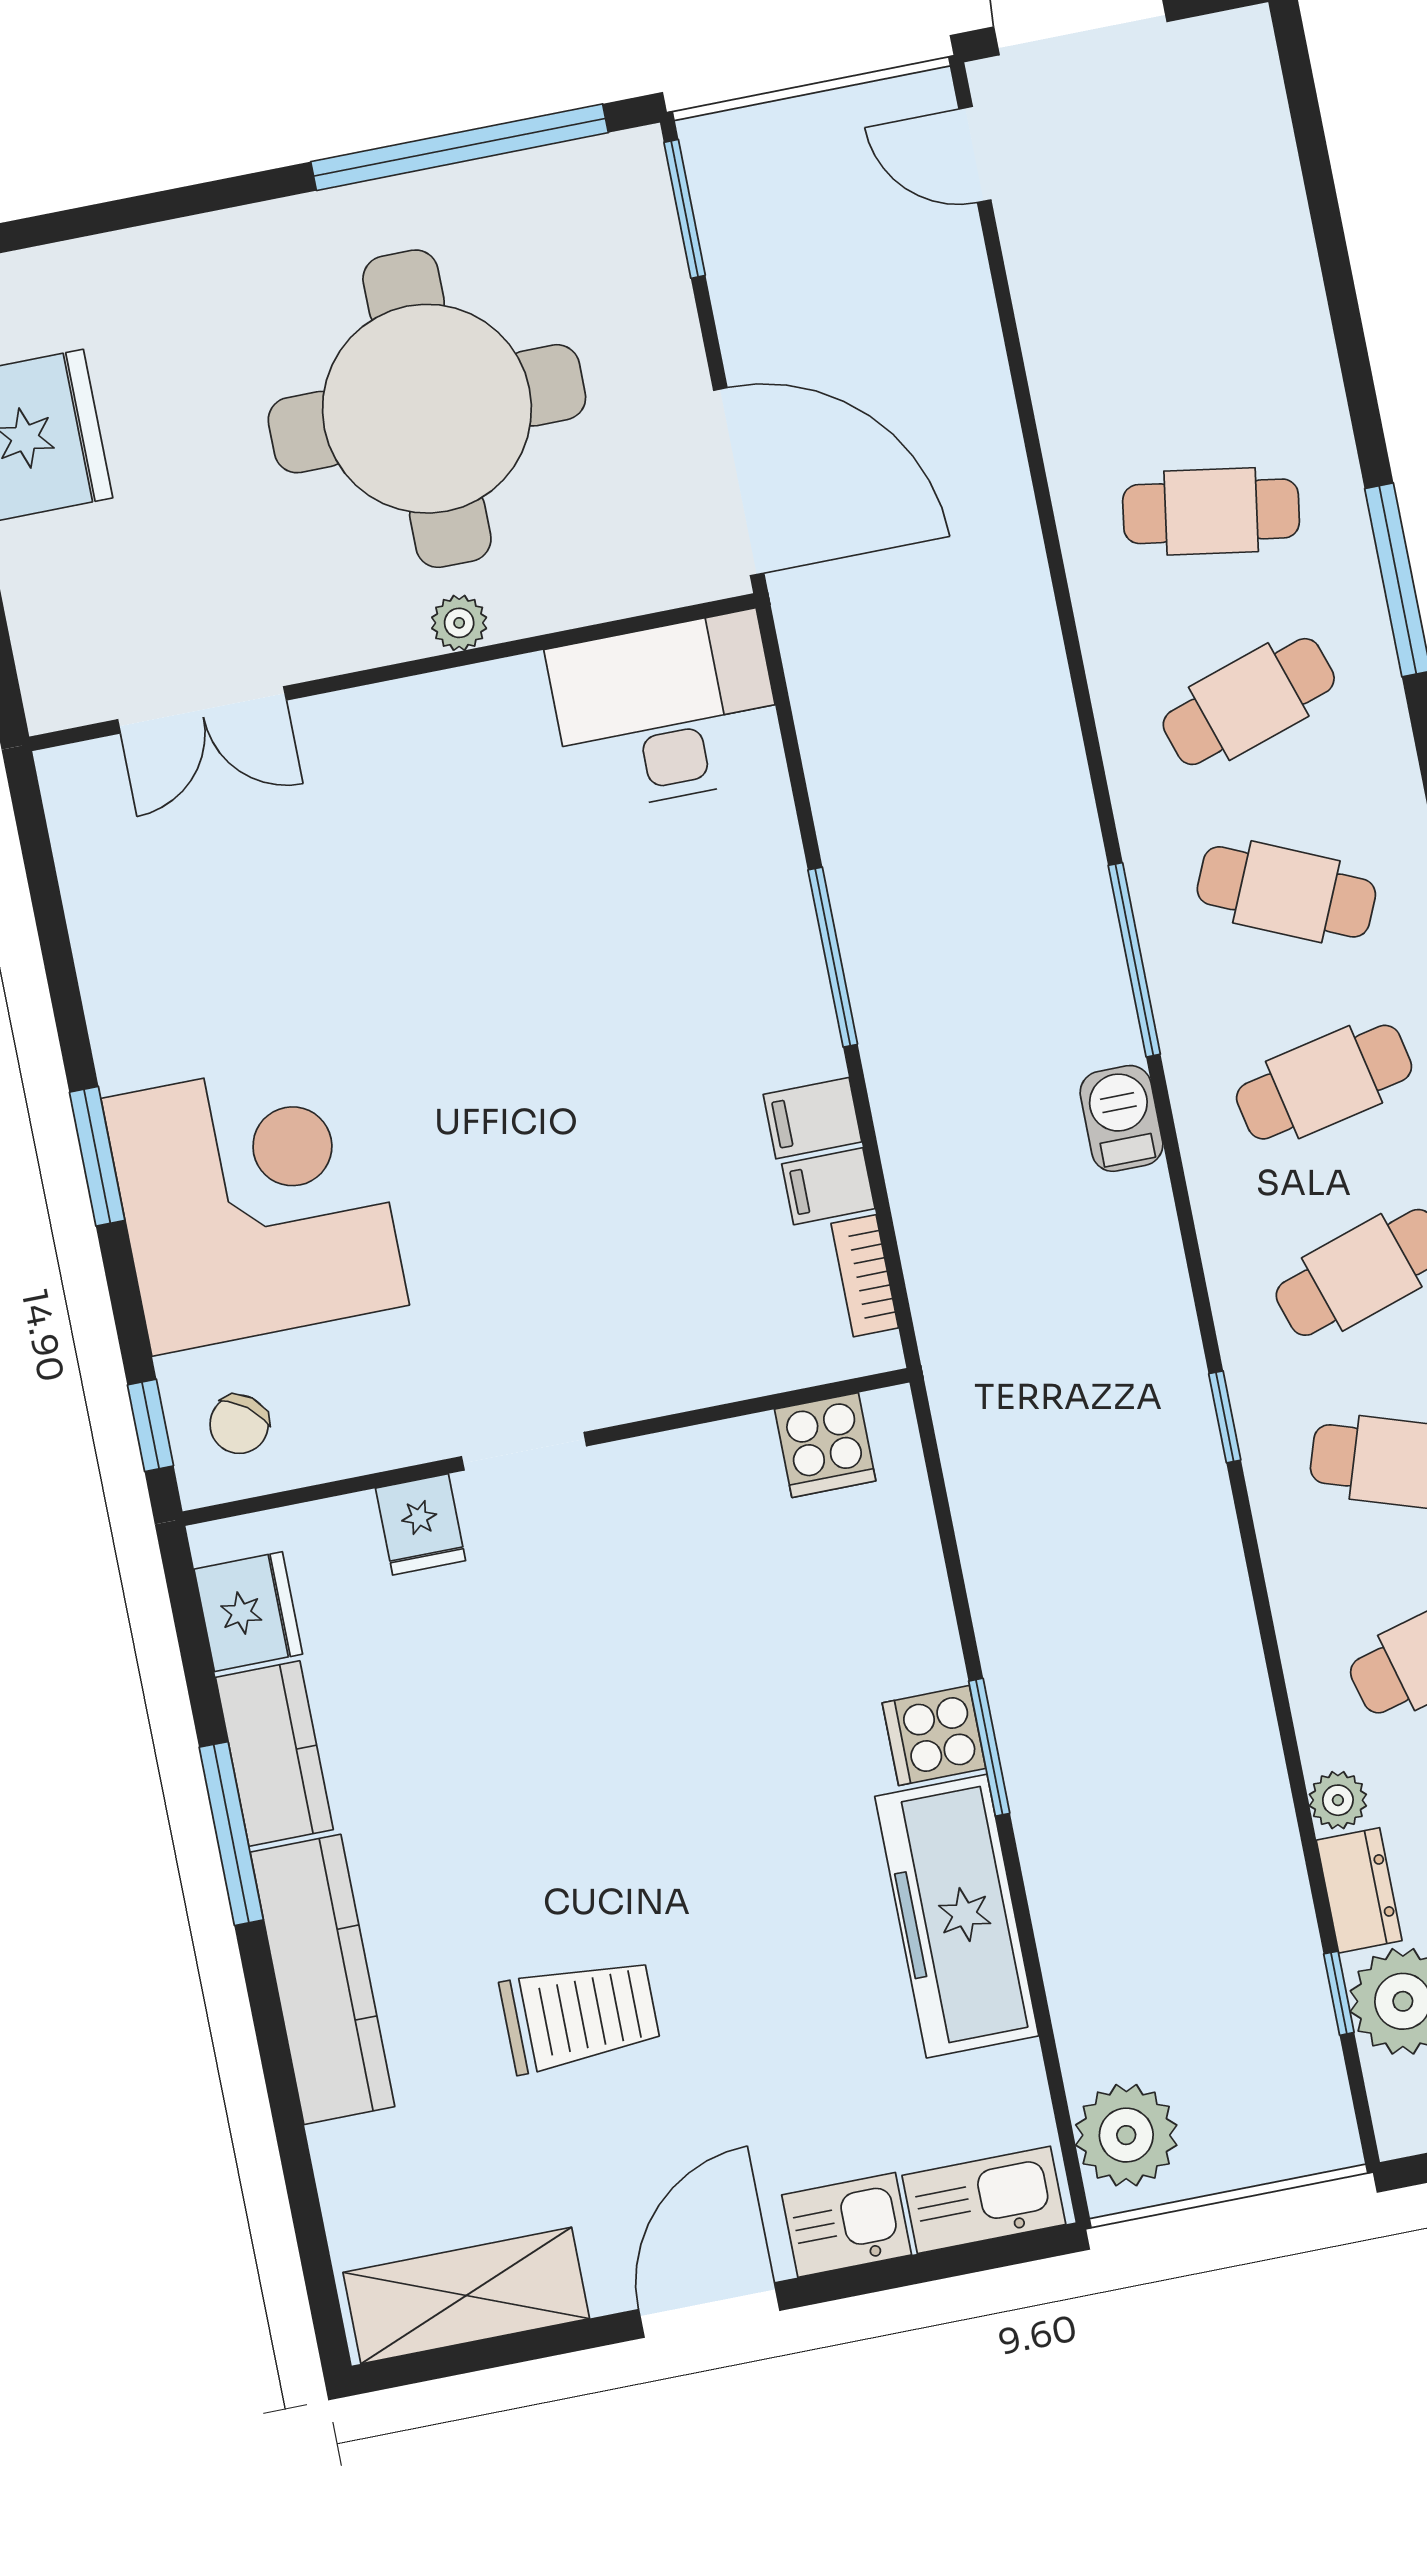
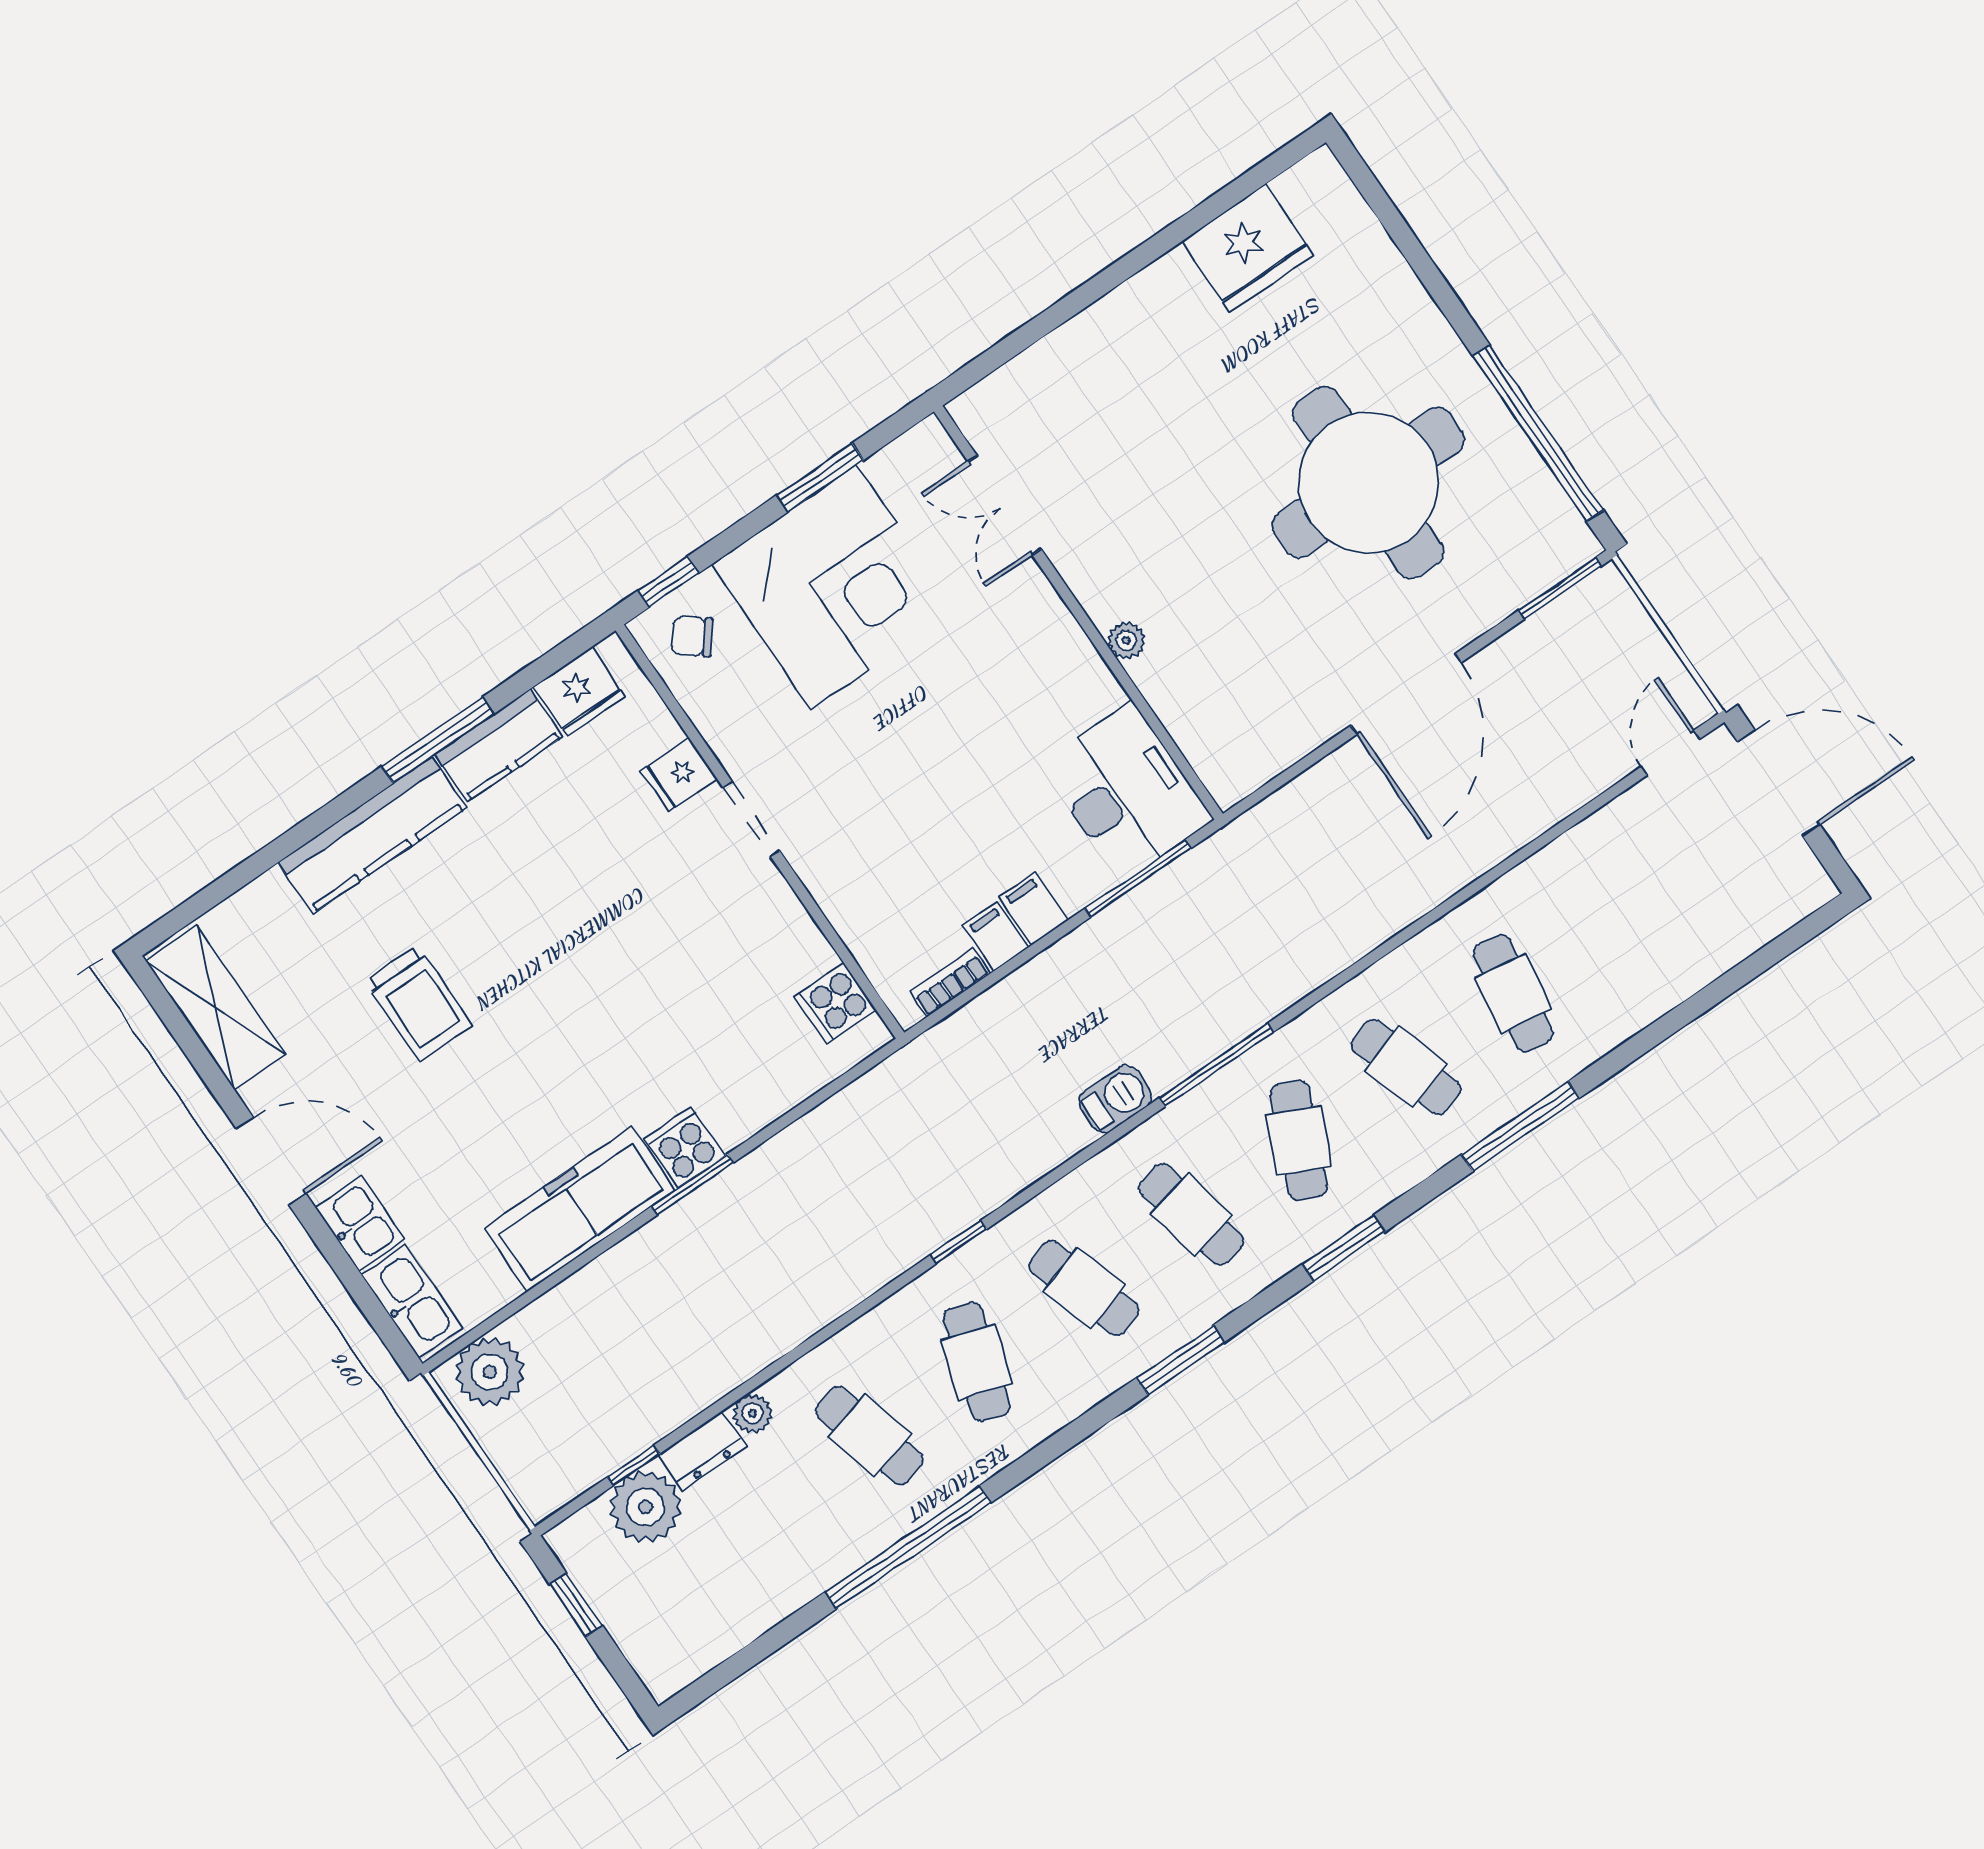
plant: (459, 623) -> (1126, 641), moved
wall: (393, 672) -> (1078, 613), moved
double door: (202, 710) -> (1005, 505), moved
desk: (666, 712) -> (1126, 792), moved

